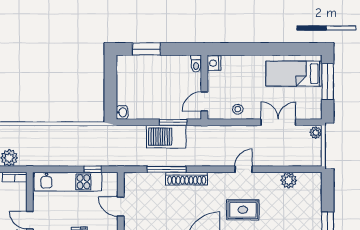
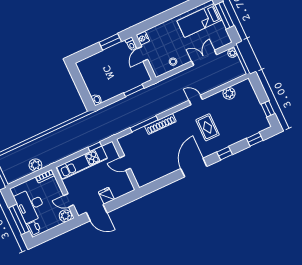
window: (146, 49) -> (110, 42), moved
door: (204, 102) -> (142, 54), moved
barbecue: (166, 137) -> (134, 102), removed
door: (244, 169) -> (196, 100), hinge flipped
rug: (243, 210) -> (208, 127), turned 90

